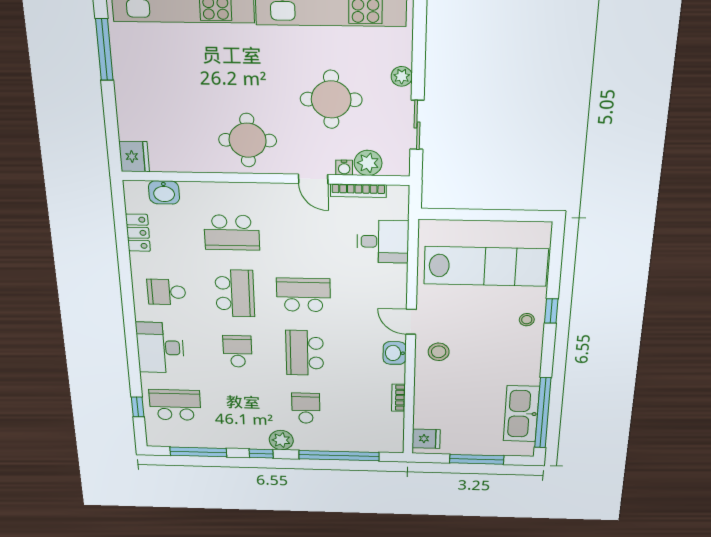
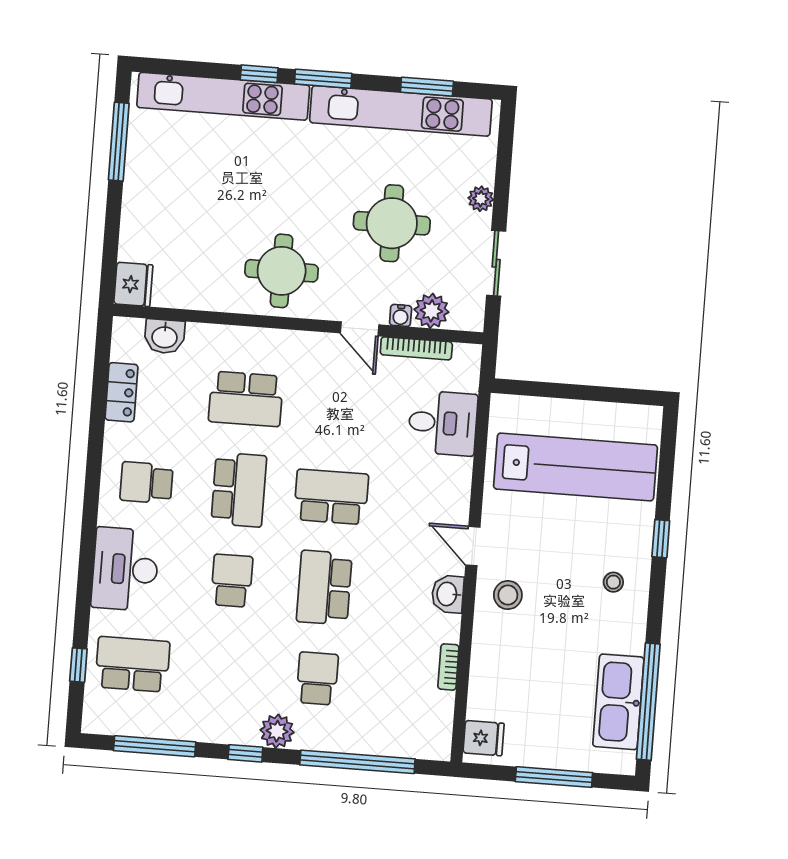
stool: (527, 320) -> (613, 582), moved

